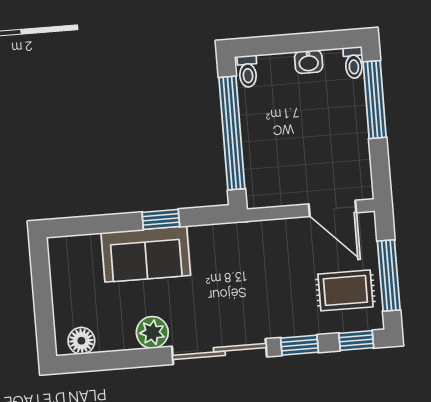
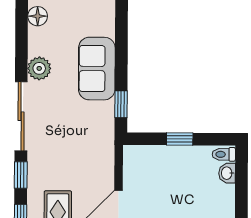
washbasin: (309, 62) -> (227, 173), moved
window: (232, 133) -> (180, 139), width x0.32
window: (161, 219) -> (121, 104), moved

